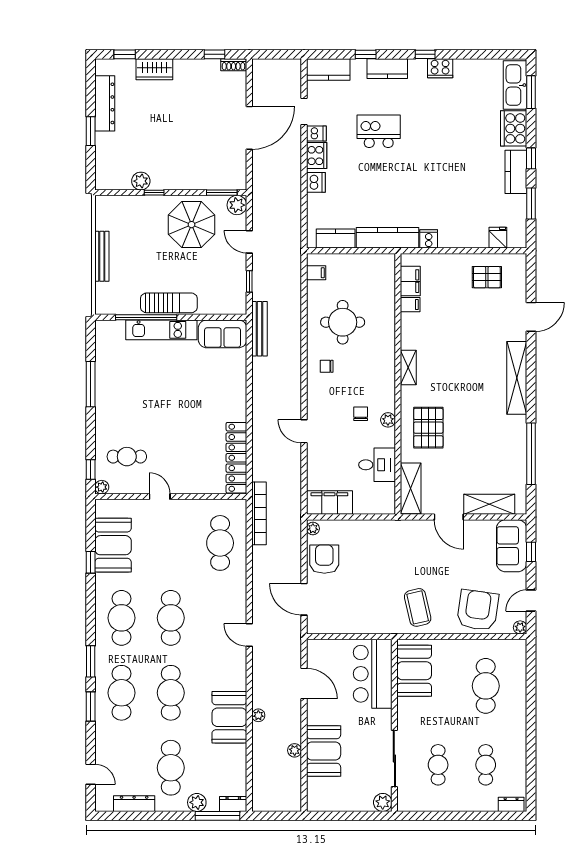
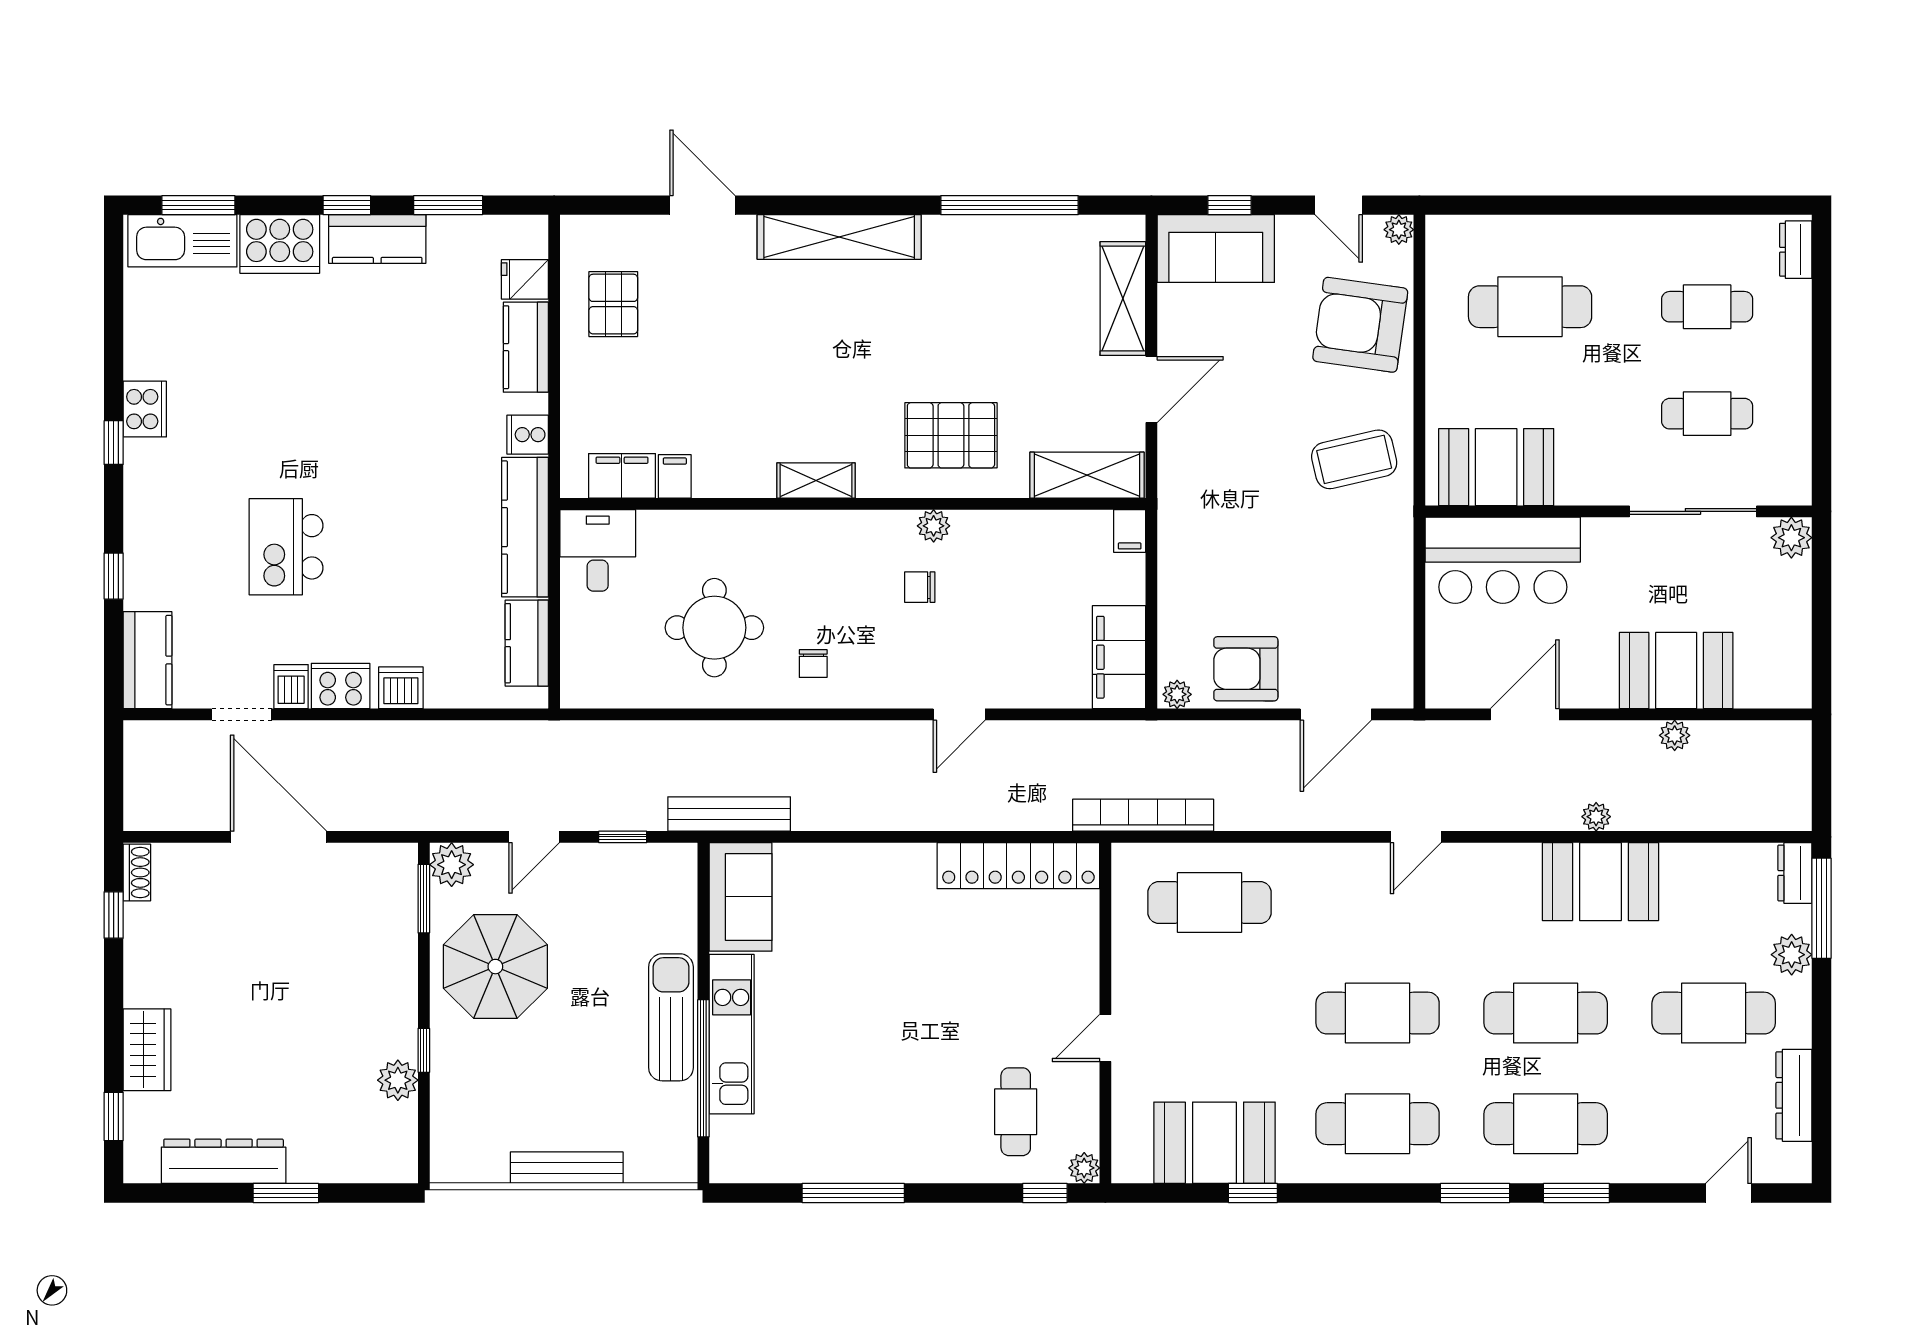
kitchen counter: (387, 69) -> (526, 347), moved, turned 180
filing cabinet: (316, 273) -> (1130, 531), moved, turned 180
desk: (377, 465) -> (598, 550), moved

